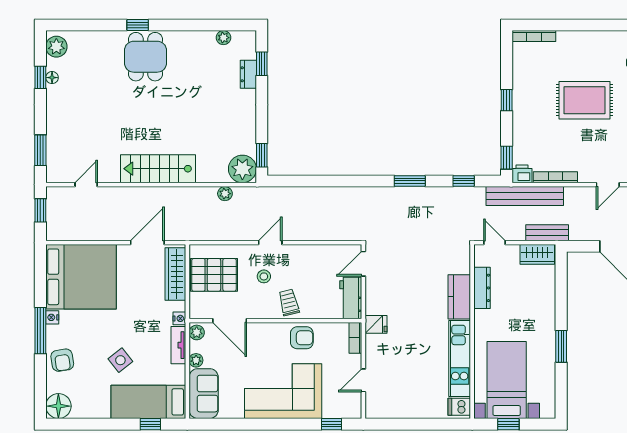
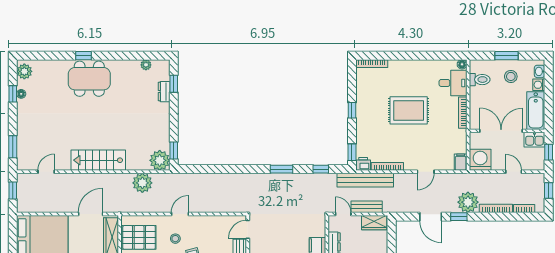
dining table: (145, 57) -> (89, 79), width x1.38
plant: (225, 194) -> (142, 183), width x1.87, depth x1.87
bench: (547, 233) -> (367, 207), moved

